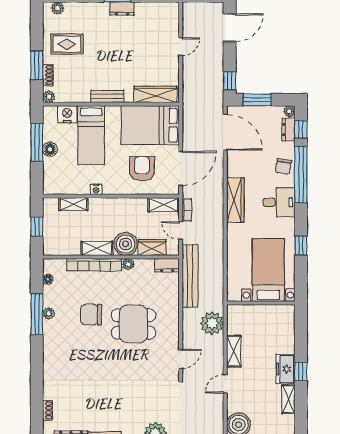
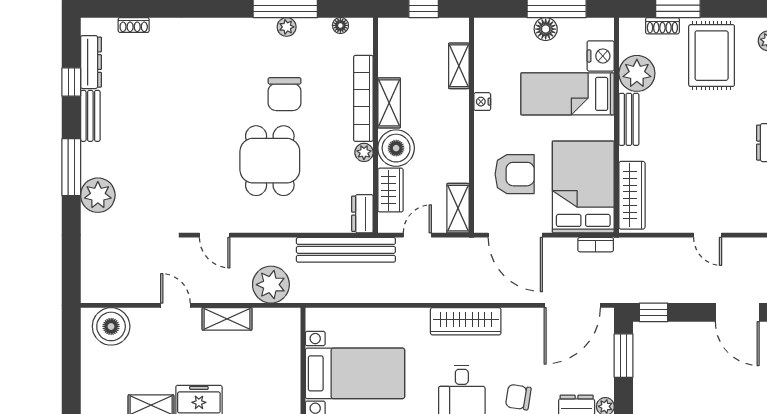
rug: (67, 44) -> (712, 56), width x1.36, depth x1.43
plant: (49, 97) -> (637, 73), moved, width x1.88, depth x1.88
bookcase: (187, 210) -> (596, 245), moved
chair: (91, 315) -> (285, 94), turned 180

